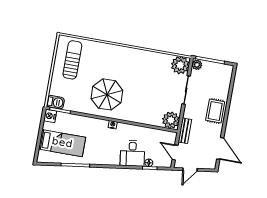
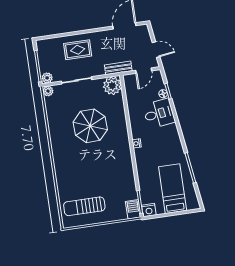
plant: (180, 65) -> (48, 91), width x0.53, depth x0.53
parasol: (107, 94) -> (90, 126), moved
rug: (215, 111) -> (78, 50), moved

